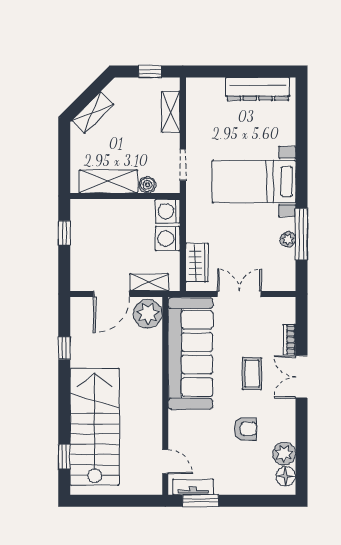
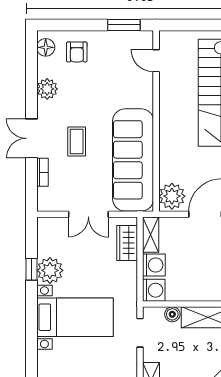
window: (301, 234) -> (31, 269), width x0.46
plant: (288, 239) -> (50, 270), width x1.87, depth x1.87
shelving: (149, 282) -> (151, 235), moved, turned 90
double door: (301, 377) -> (31, 138), swing flipped
armchair: (245, 429) -> (77, 52), moved, turned -90
plant: (284, 454) -> (47, 89), moved
tv unit: (193, 487) -> (130, 38), removed

